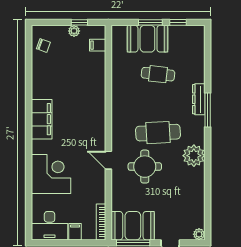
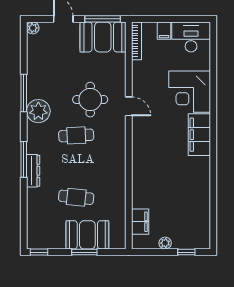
window: (79, 22) -> (186, 252), moved
window: (178, 22) -> (39, 252), moved
chair: (43, 45) -> (198, 228), removed
filing cabinet: (98, 45) -> (140, 222), width x2.00
filing cabinet: (42, 119) -> (199, 135), moved
cafe table: (158, 133) -> (76, 135), width x0.73, depth x0.74
window: (208, 173) -> (24, 93), added

